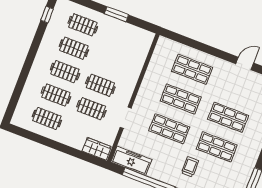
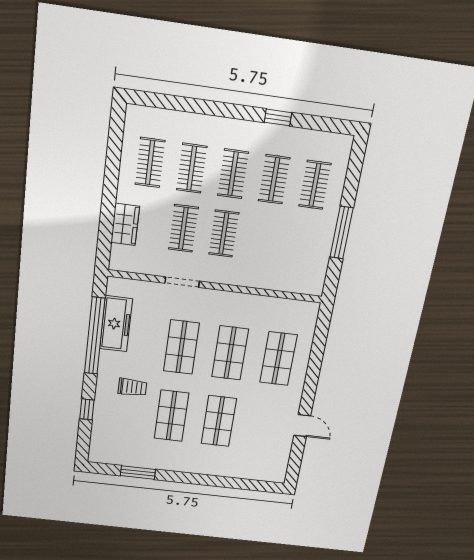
window: (116, 14) -> (341, 233), width x1.44
window: (47, 15) -> (278, 117), moved
wardrobe: (97, 149) -> (125, 224), moved
freezer: (131, 161) -> (116, 324), moved

